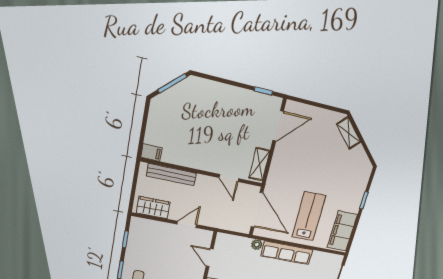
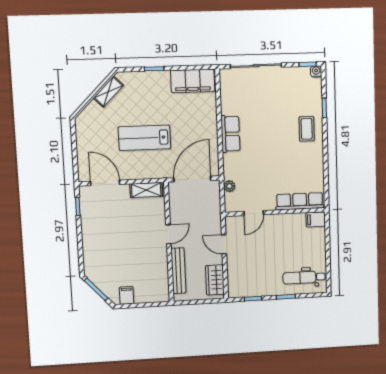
shelving: (349, 133) -> (108, 92), moved
filing cabinet: (151, 153) -> (127, 295), moved
door: (229, 178) -> (168, 234), moved
lab bench: (309, 216) -> (144, 138), moved
plant: (257, 245) -> (229, 186), moved
row of seats: (287, 253) -> (230, 134), width x0.68

